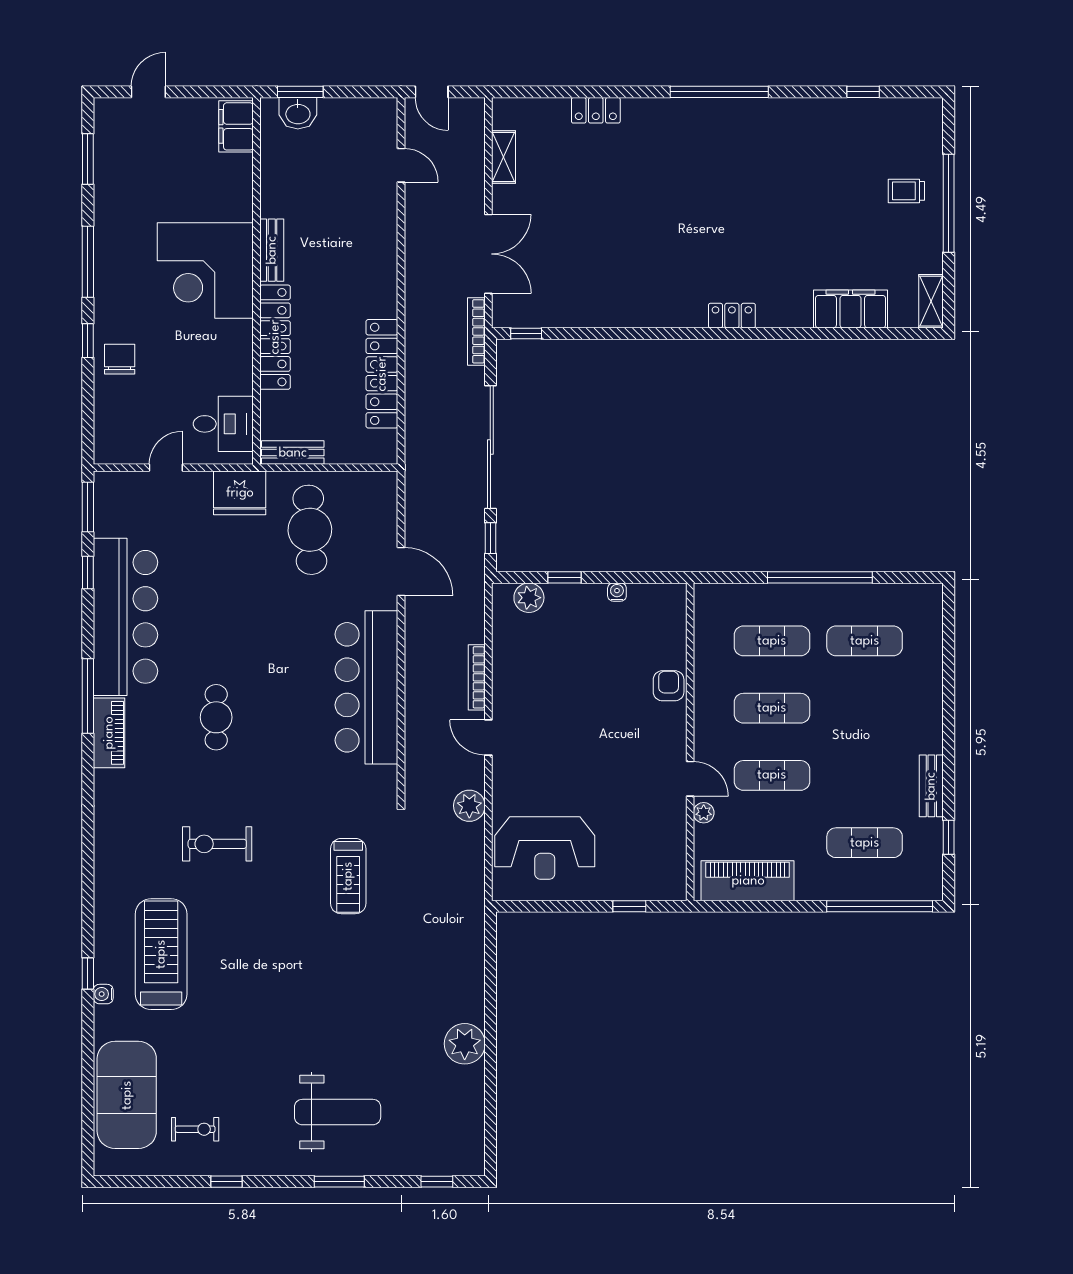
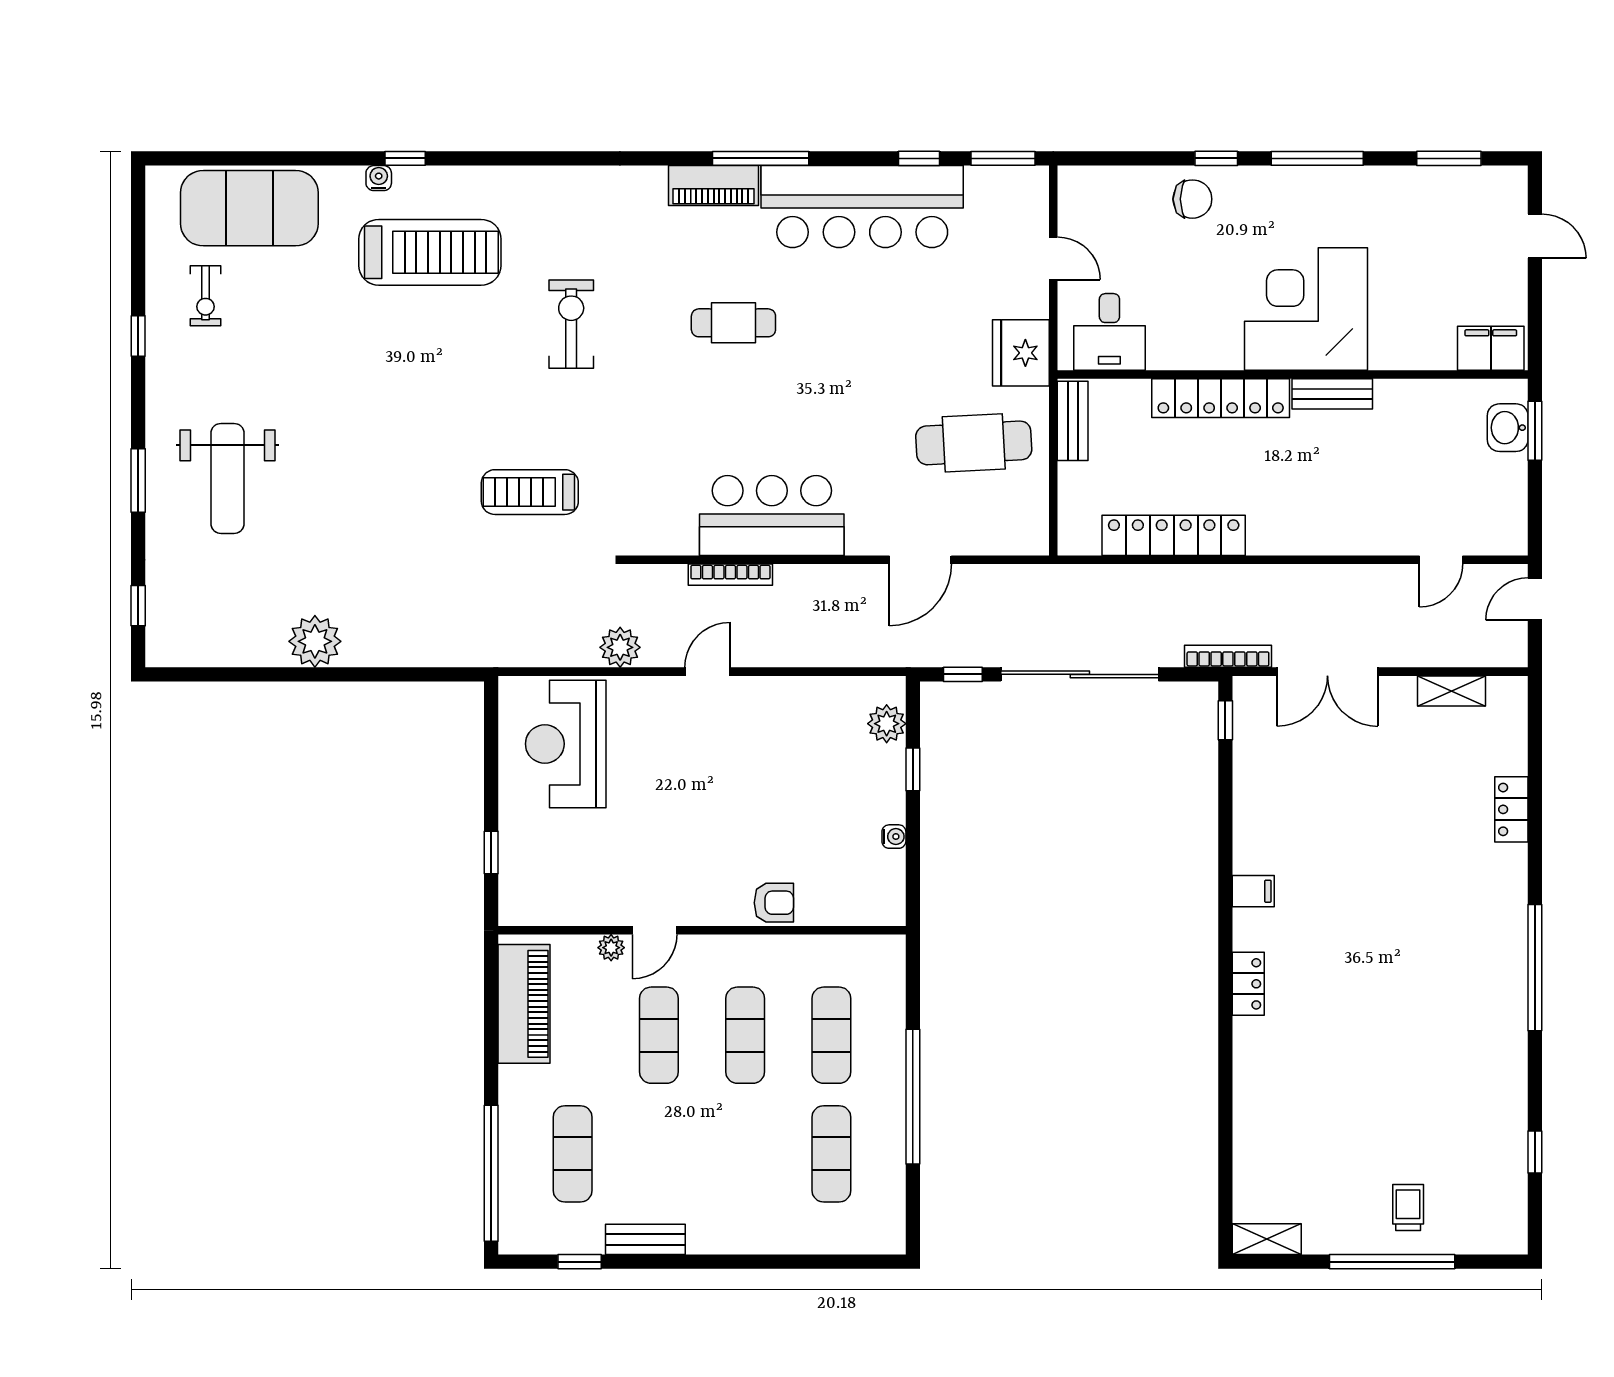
filing cabinet: (850, 309) -> (1253, 891), moved, width x0.33, depth x0.86
bookcase: (477, 677) -> (730, 575), moved, turned 180
bar counter: (366, 687) -> (772, 515), width x0.73

